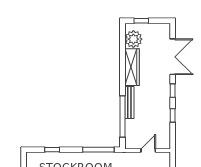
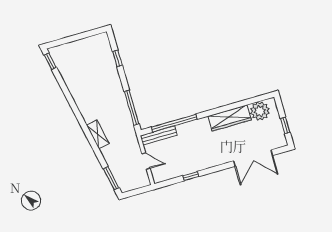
window: (141, 21) -> (285, 125), moved
window: (173, 91) -> (217, 169), removed
bench: (129, 103) -> (159, 135), moved

